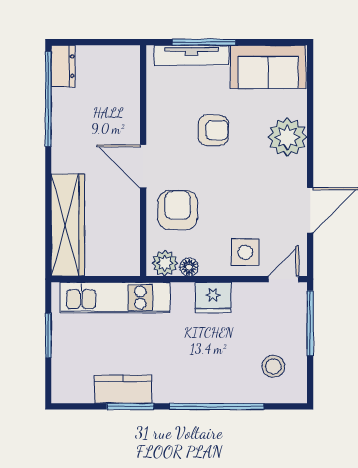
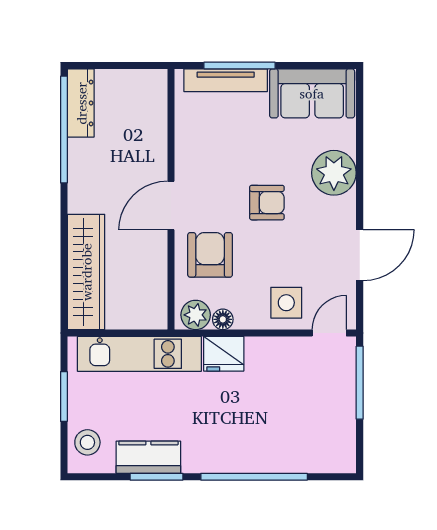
dresser: (63, 66) -> (81, 103), width x1.44
armchair: (213, 130) -> (267, 203), moved
door: (143, 166) -> (171, 206), hinge flipped
fridge: (213, 298) -> (224, 354), moved
stool: (273, 366) -> (87, 442), moved

